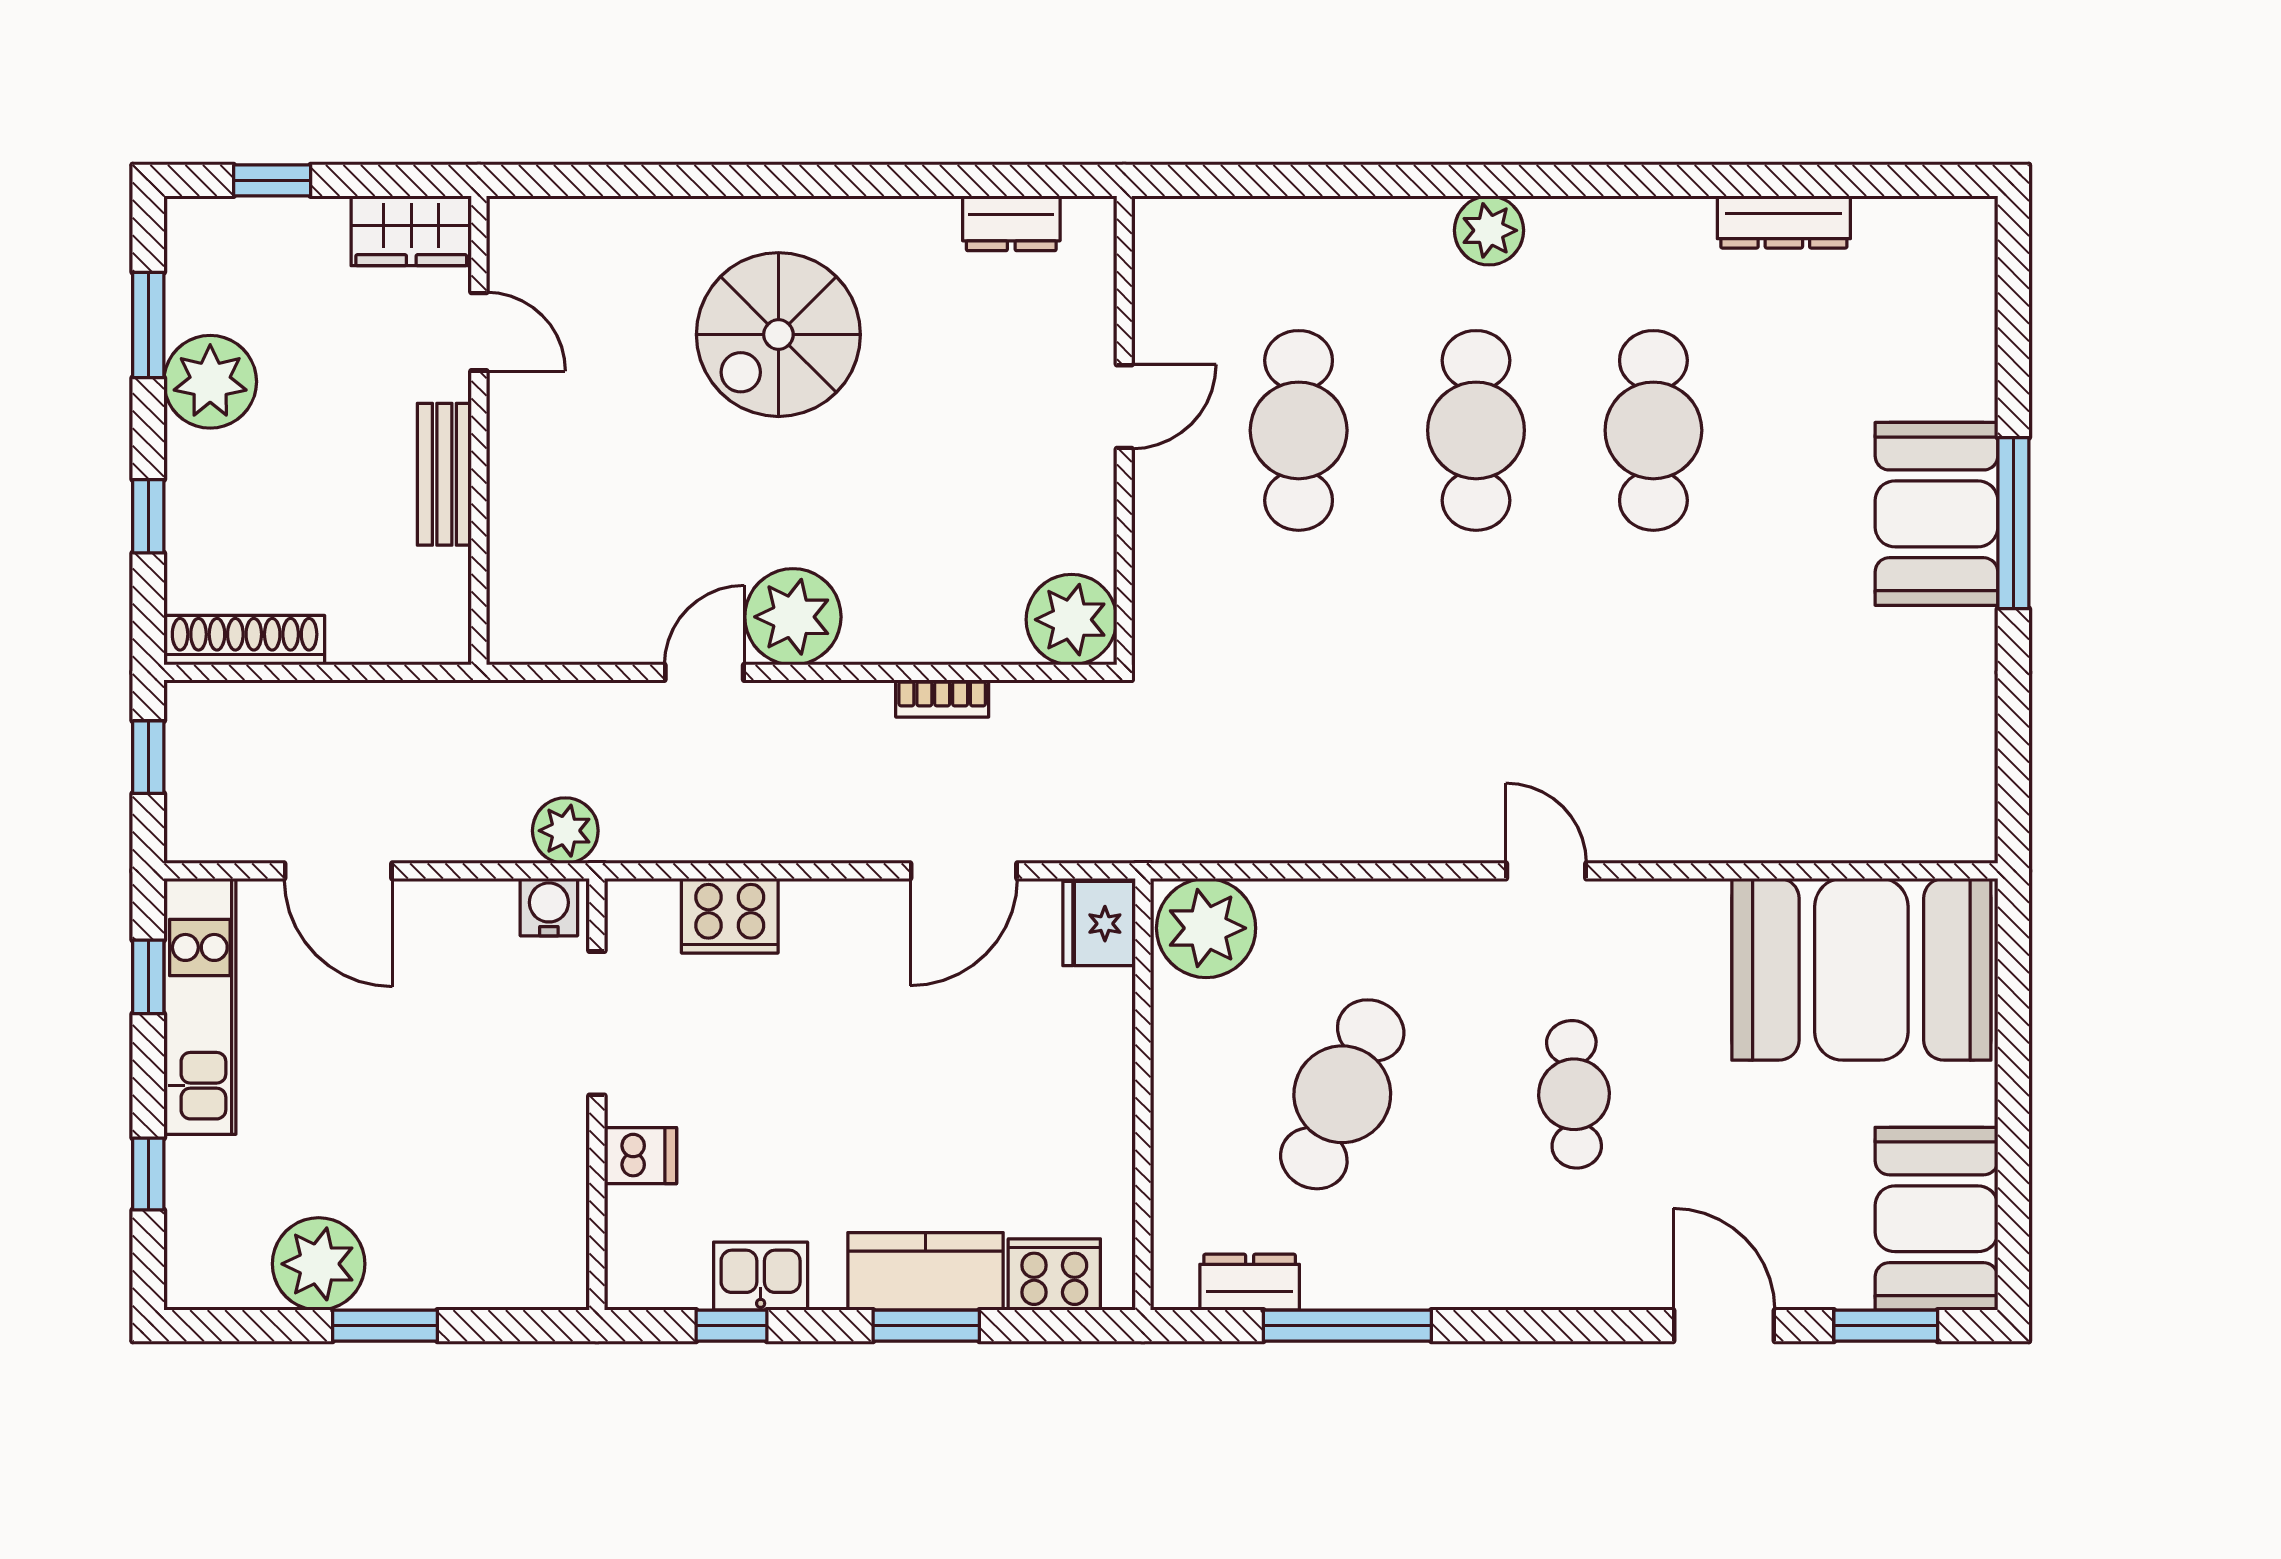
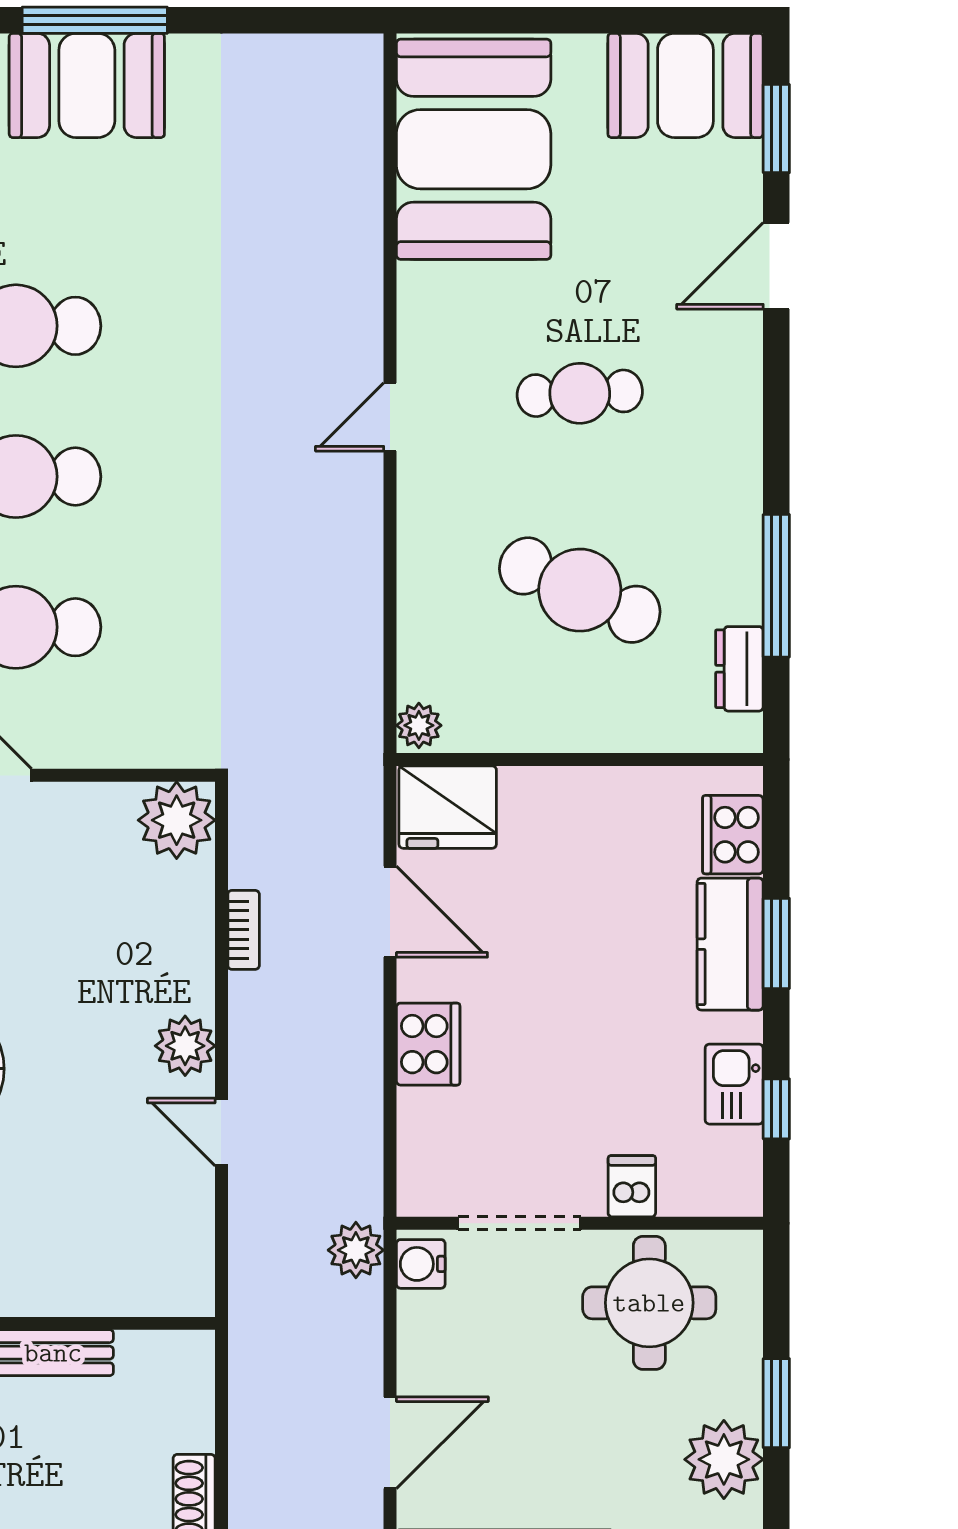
plant: (793, 617) -> (185, 1046), width x0.73, depth x0.73
cooker: (730, 916) -> (428, 1044), moved
fridge: (1099, 924) -> (448, 807), width x1.36, depth x1.34
plant: (1206, 928) -> (419, 725), width x0.53, depth x0.53
round table: (503, 1176) -> (649, 1303), added

